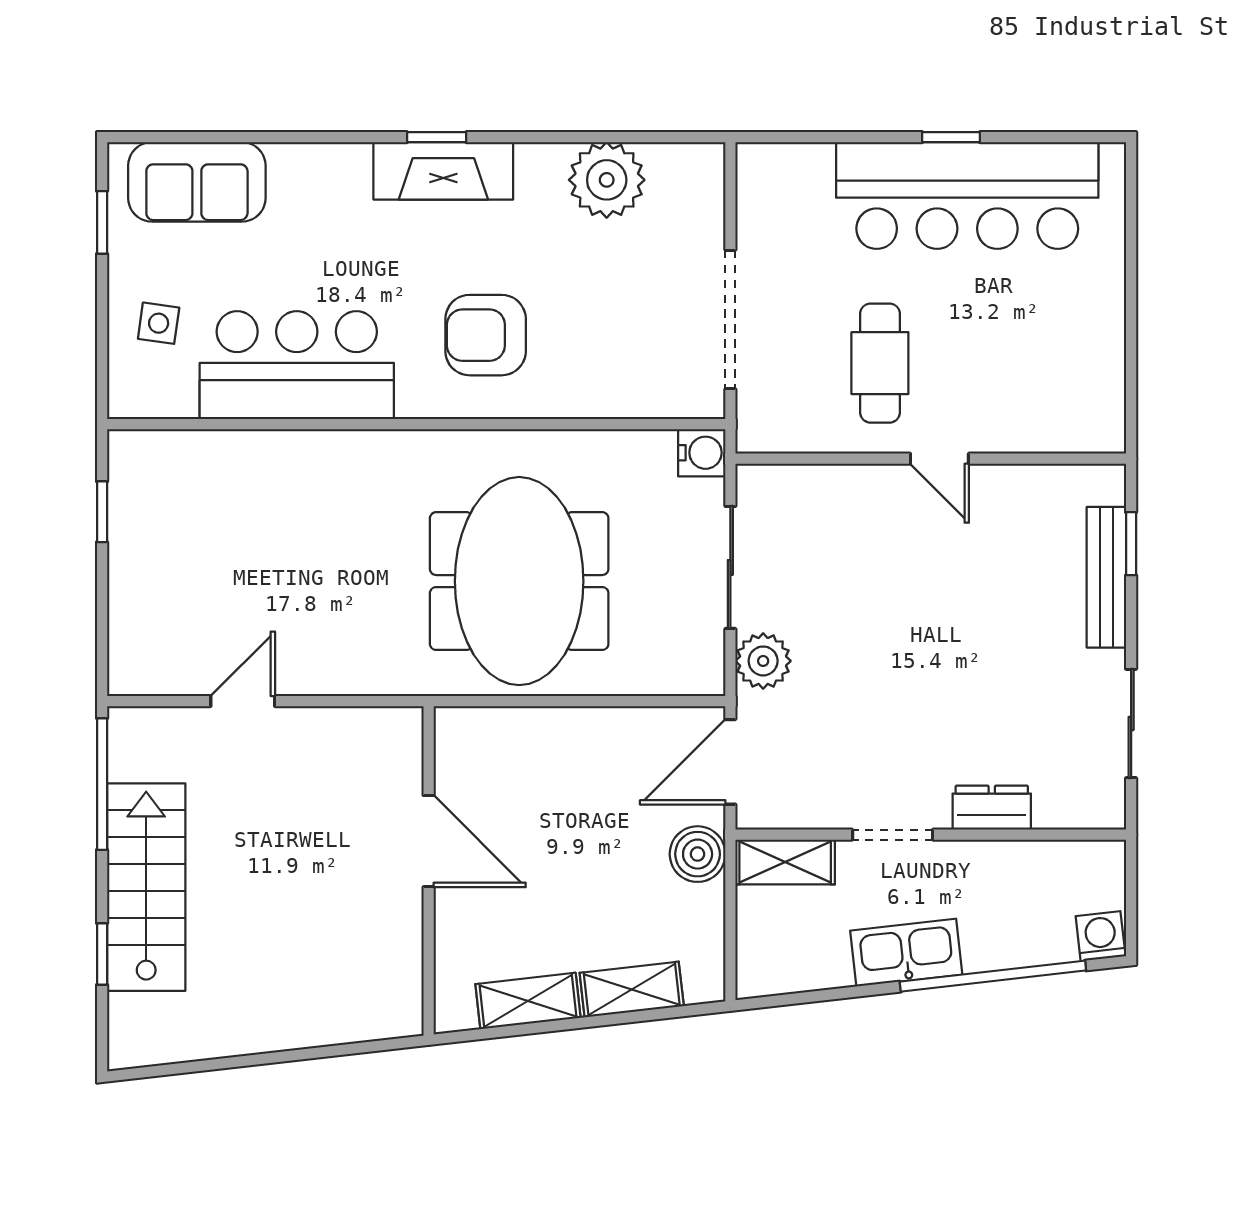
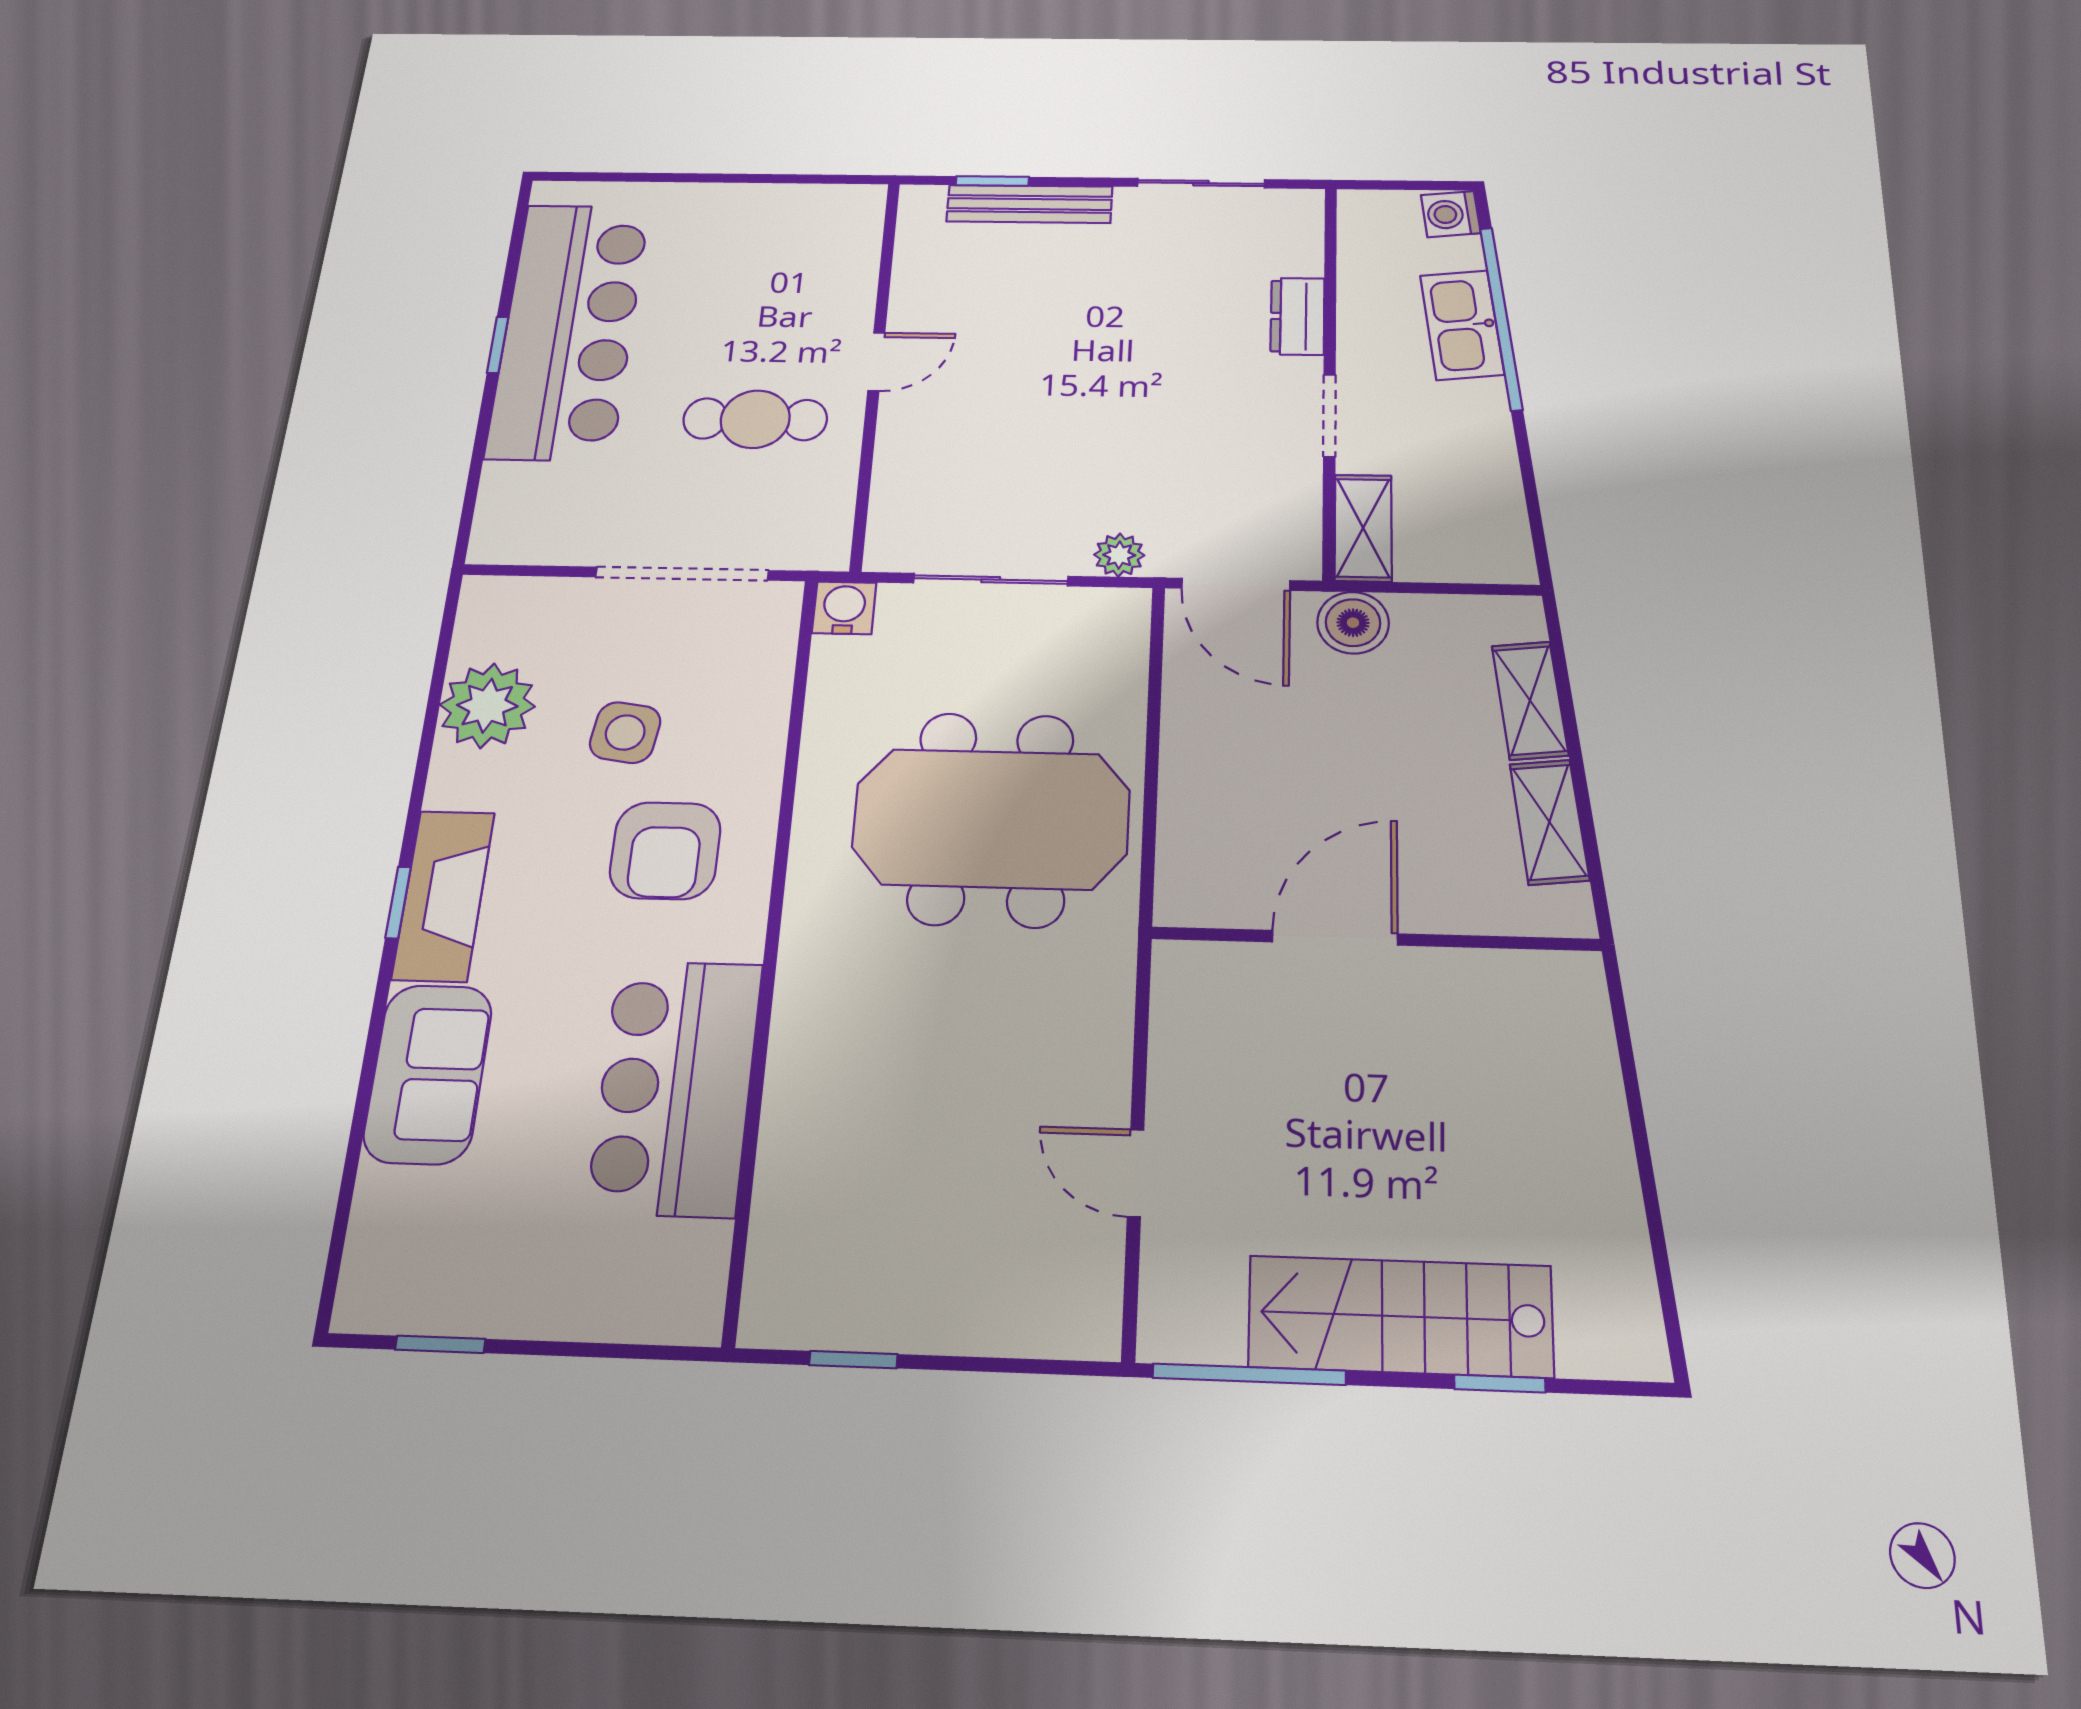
sofa: (197, 182) -> (428, 1074), moved
side table: (159, 323) -> (625, 733), moved, width x1.37, depth x1.37
plant: (763, 661) -> (1119, 555), width x0.73, depth x0.73
kitchen sink: (906, 953) -> (1462, 325), moved

